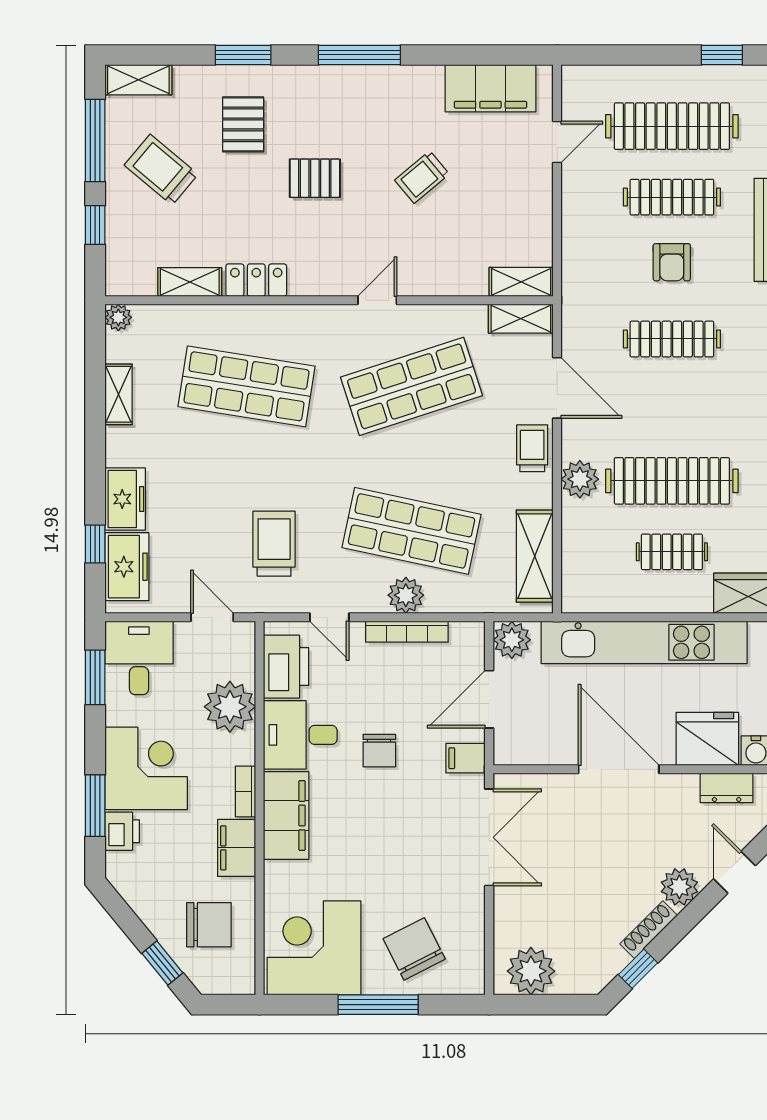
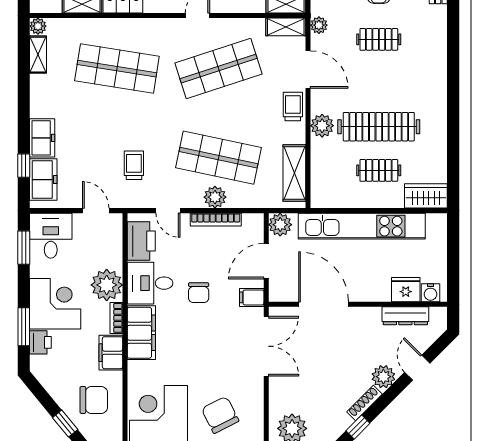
plant: (575, 316) -> (319, 25), added
clothes rail: (672, 339) -> (379, 39), width x0.73
shelving: (118, 394) -> (38, 55), moved
trolley: (274, 544) -> (134, 165), width x0.73, depth x0.72
plant: (230, 707) -> (107, 285), moved
fridge: (707, 739) -> (406, 290), width x0.73, depth x0.75
door: (619, 769) -> (324, 304), moved
dresser: (727, 788) -> (405, 316), width x1.44

